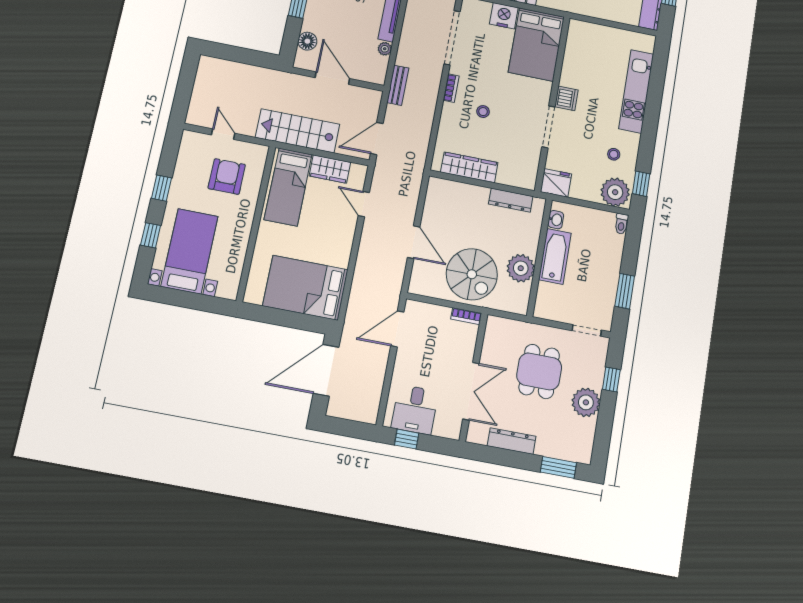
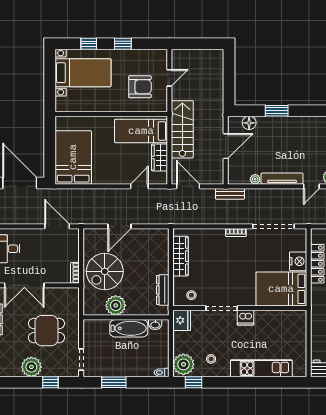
stool: (483, 112) -> (191, 295), moved

